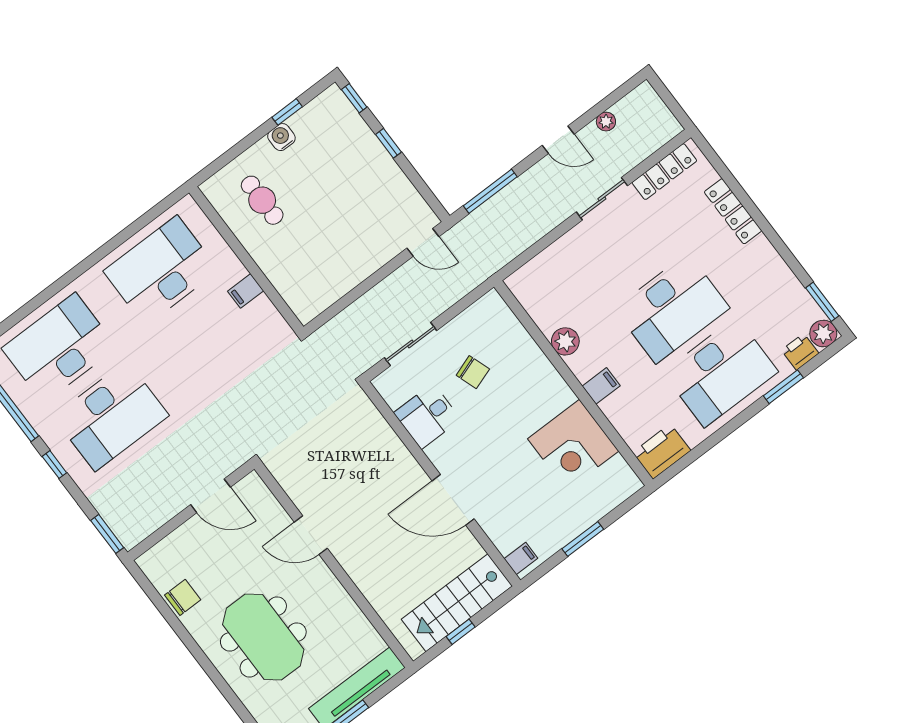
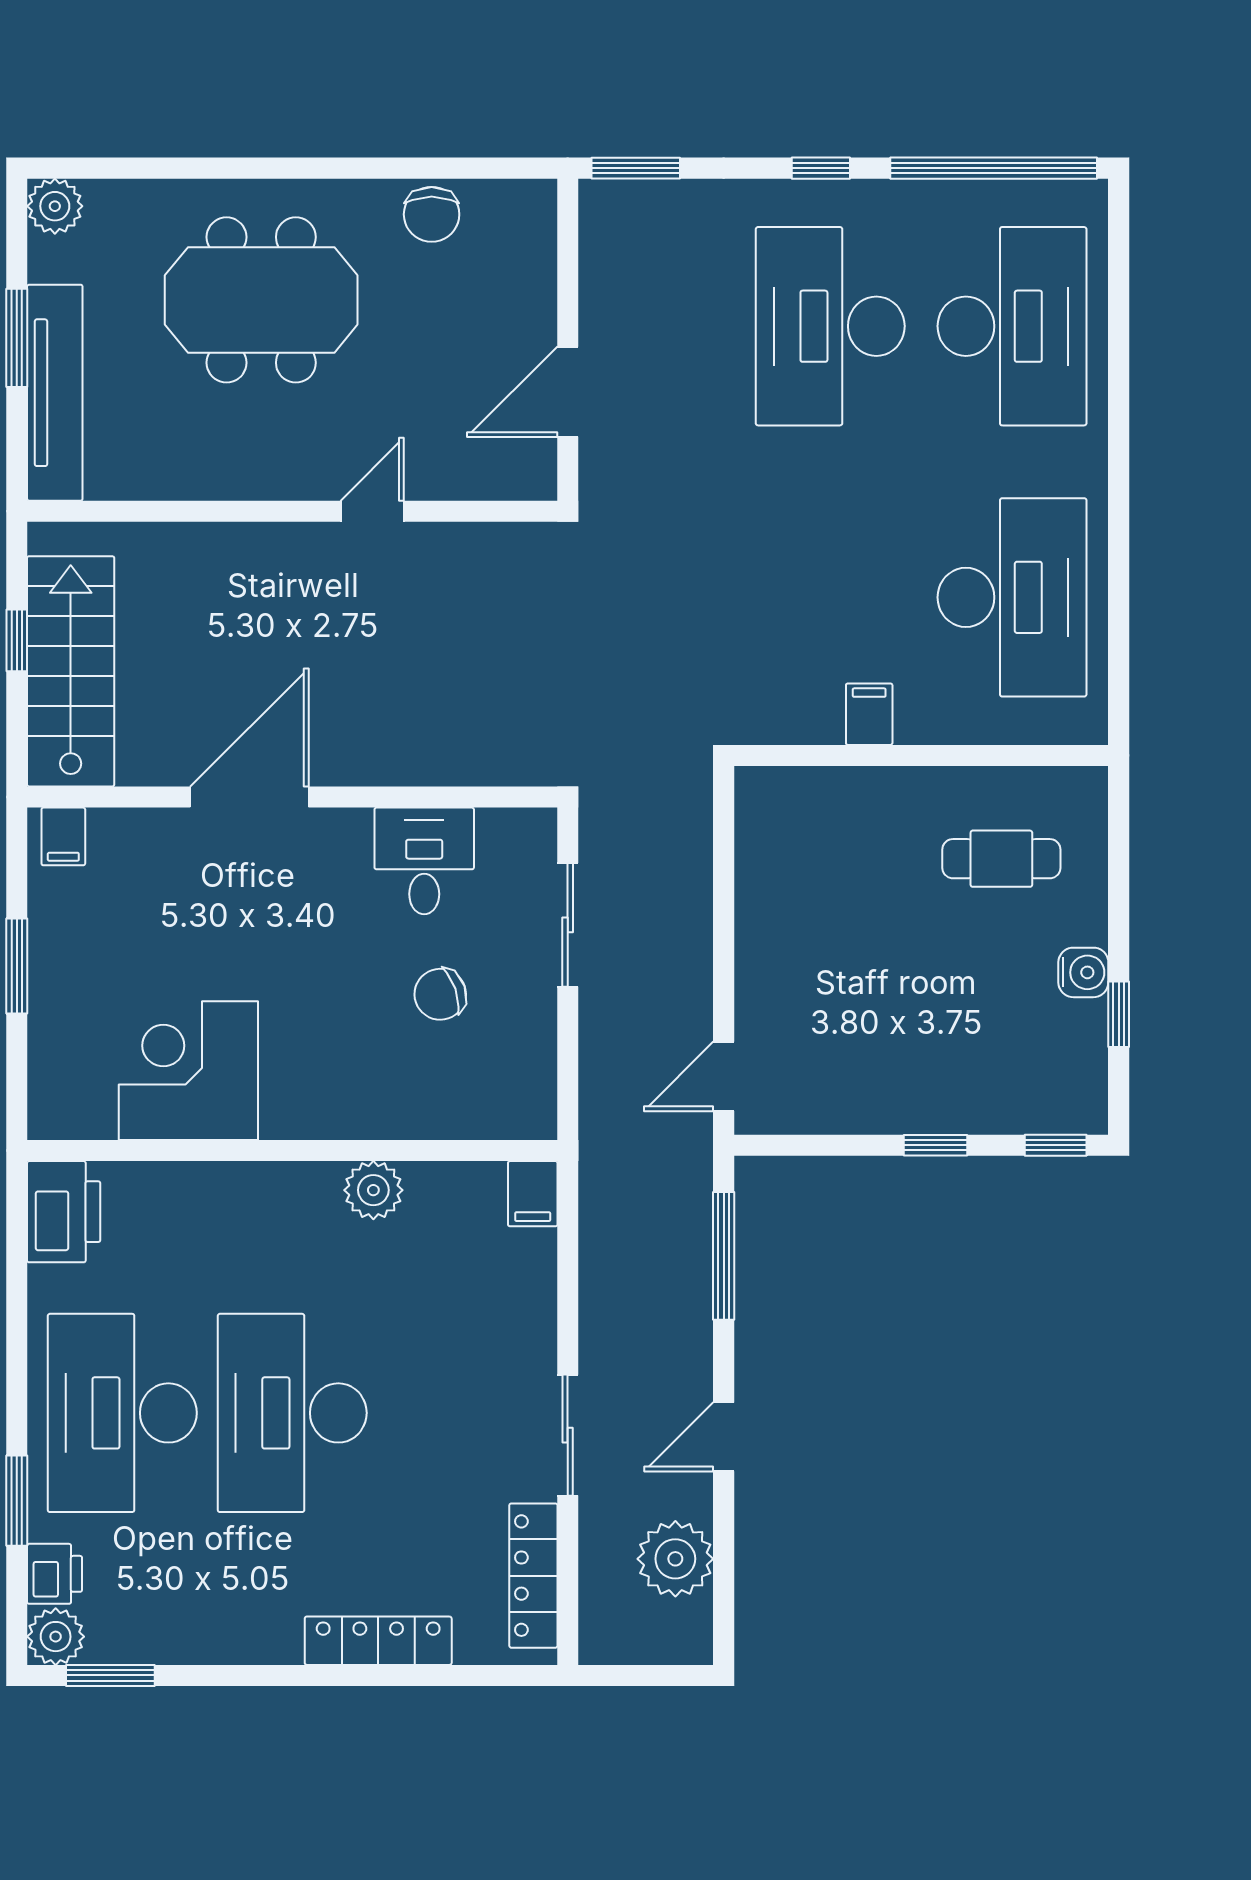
plant: (606, 122) -> (675, 1559), width x1.88, depth x1.88
filing cabinet: (601, 386) -> (533, 1194), moved
door: (311, 535) -> (372, 511), width x0.73

